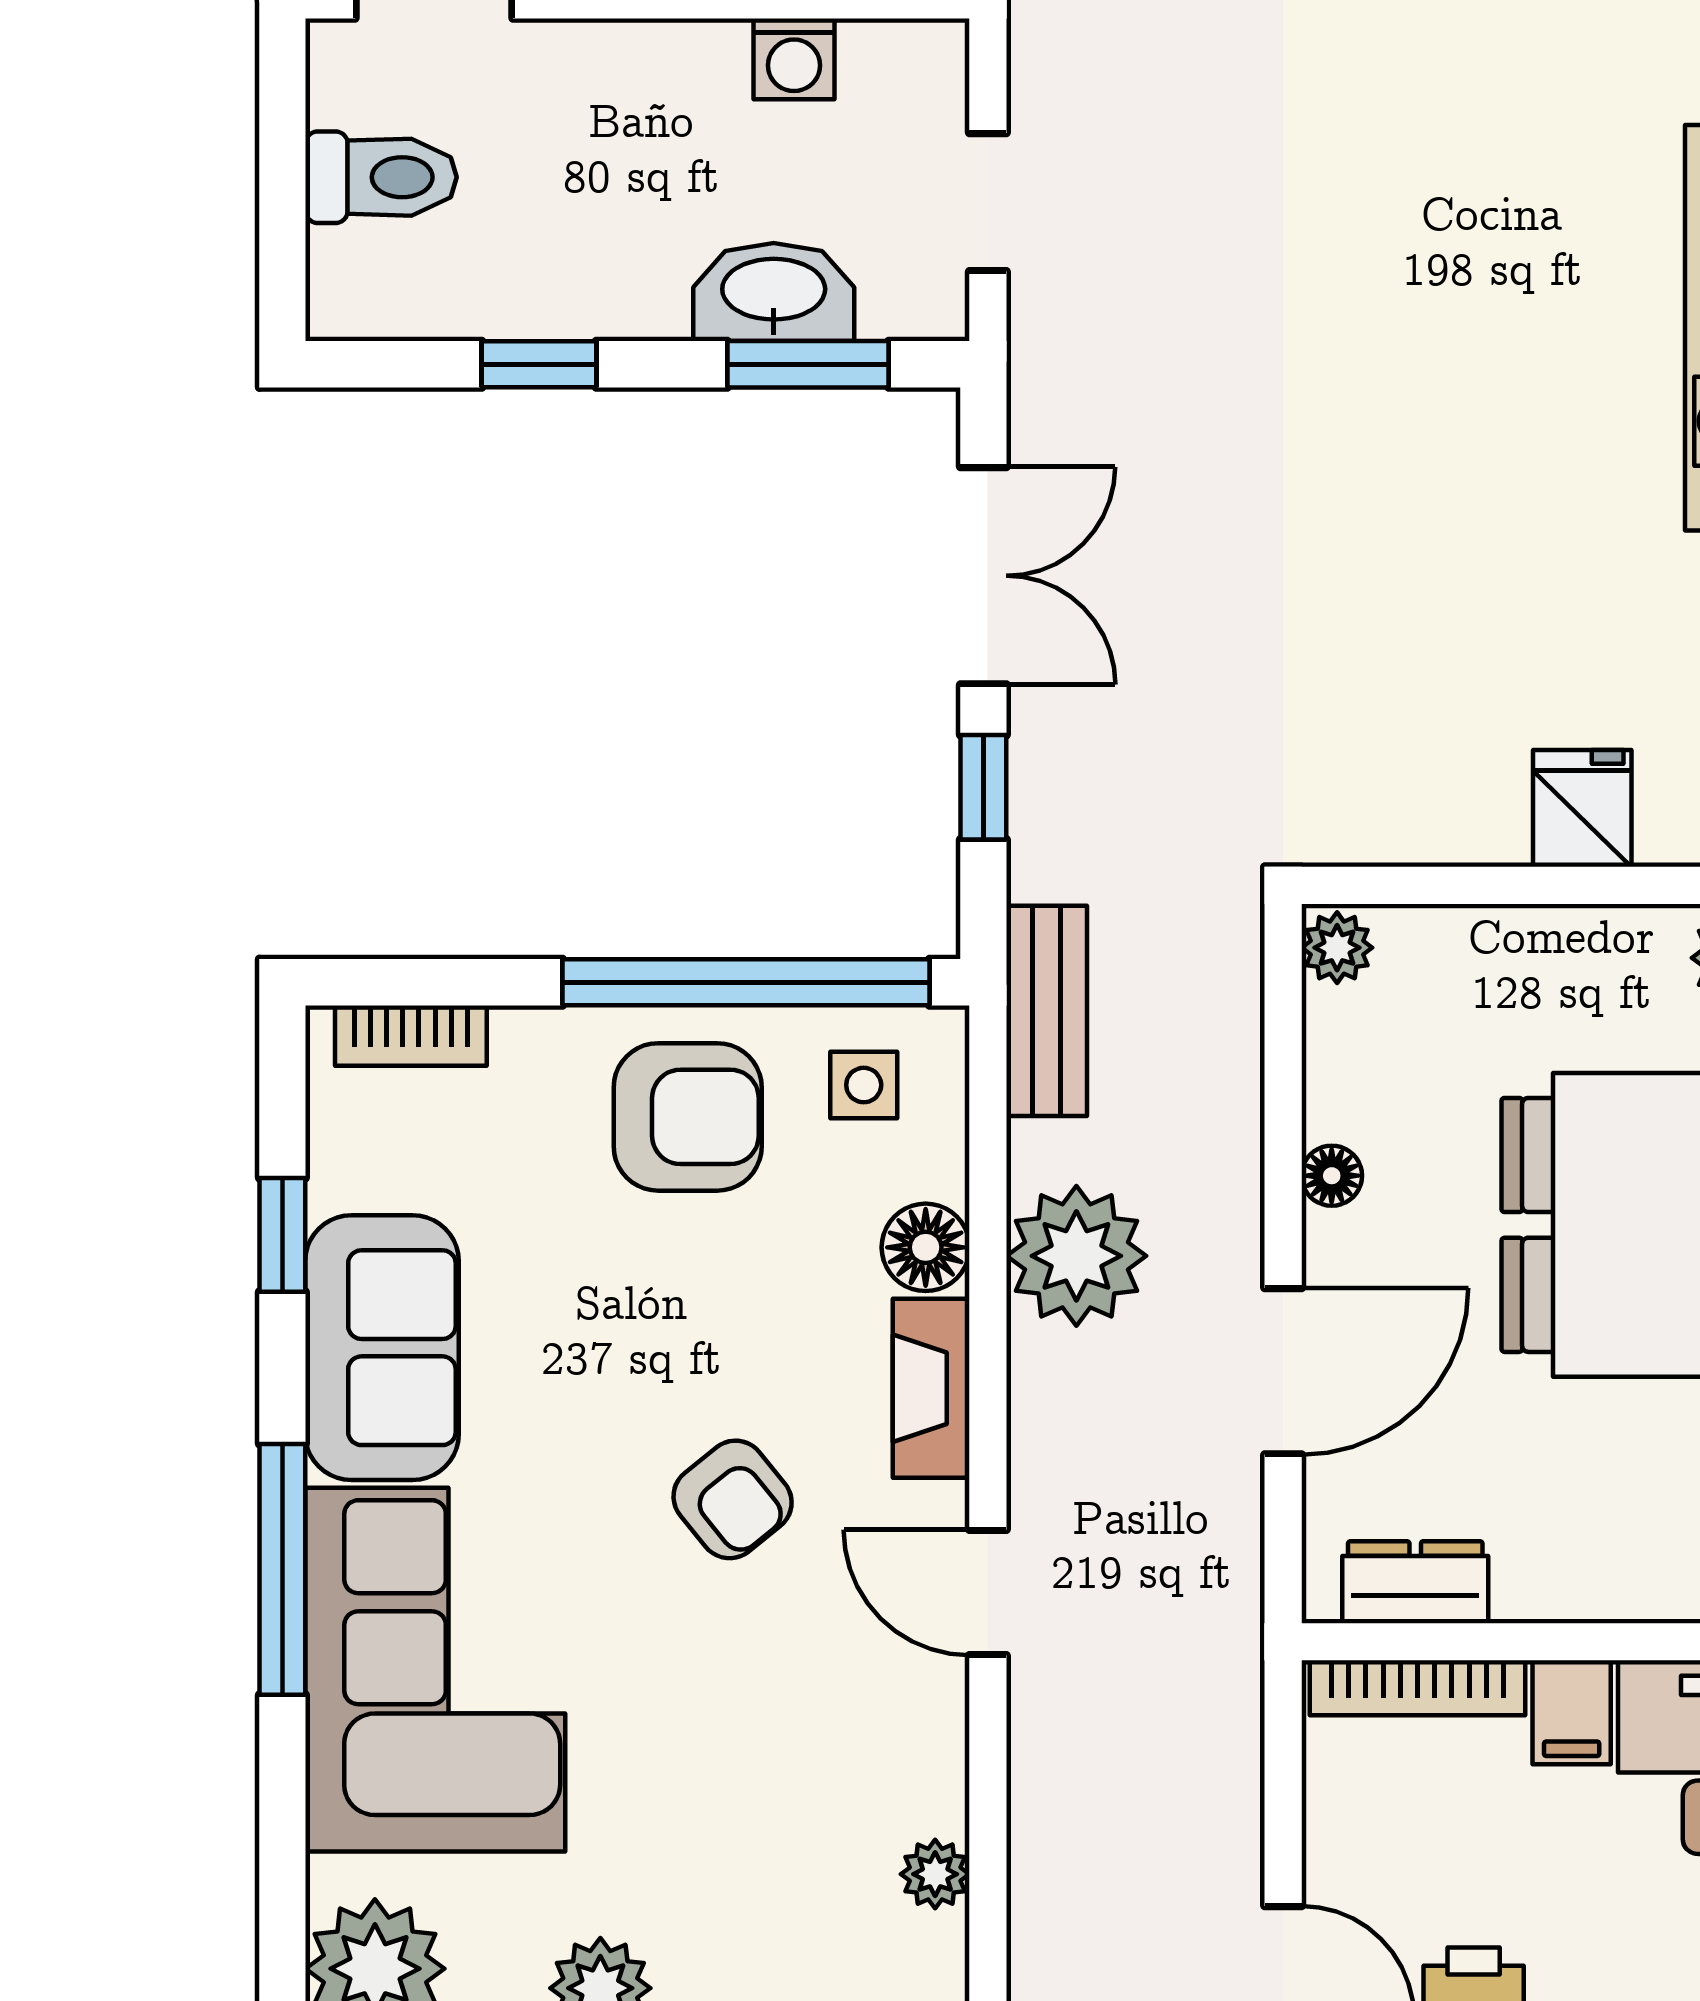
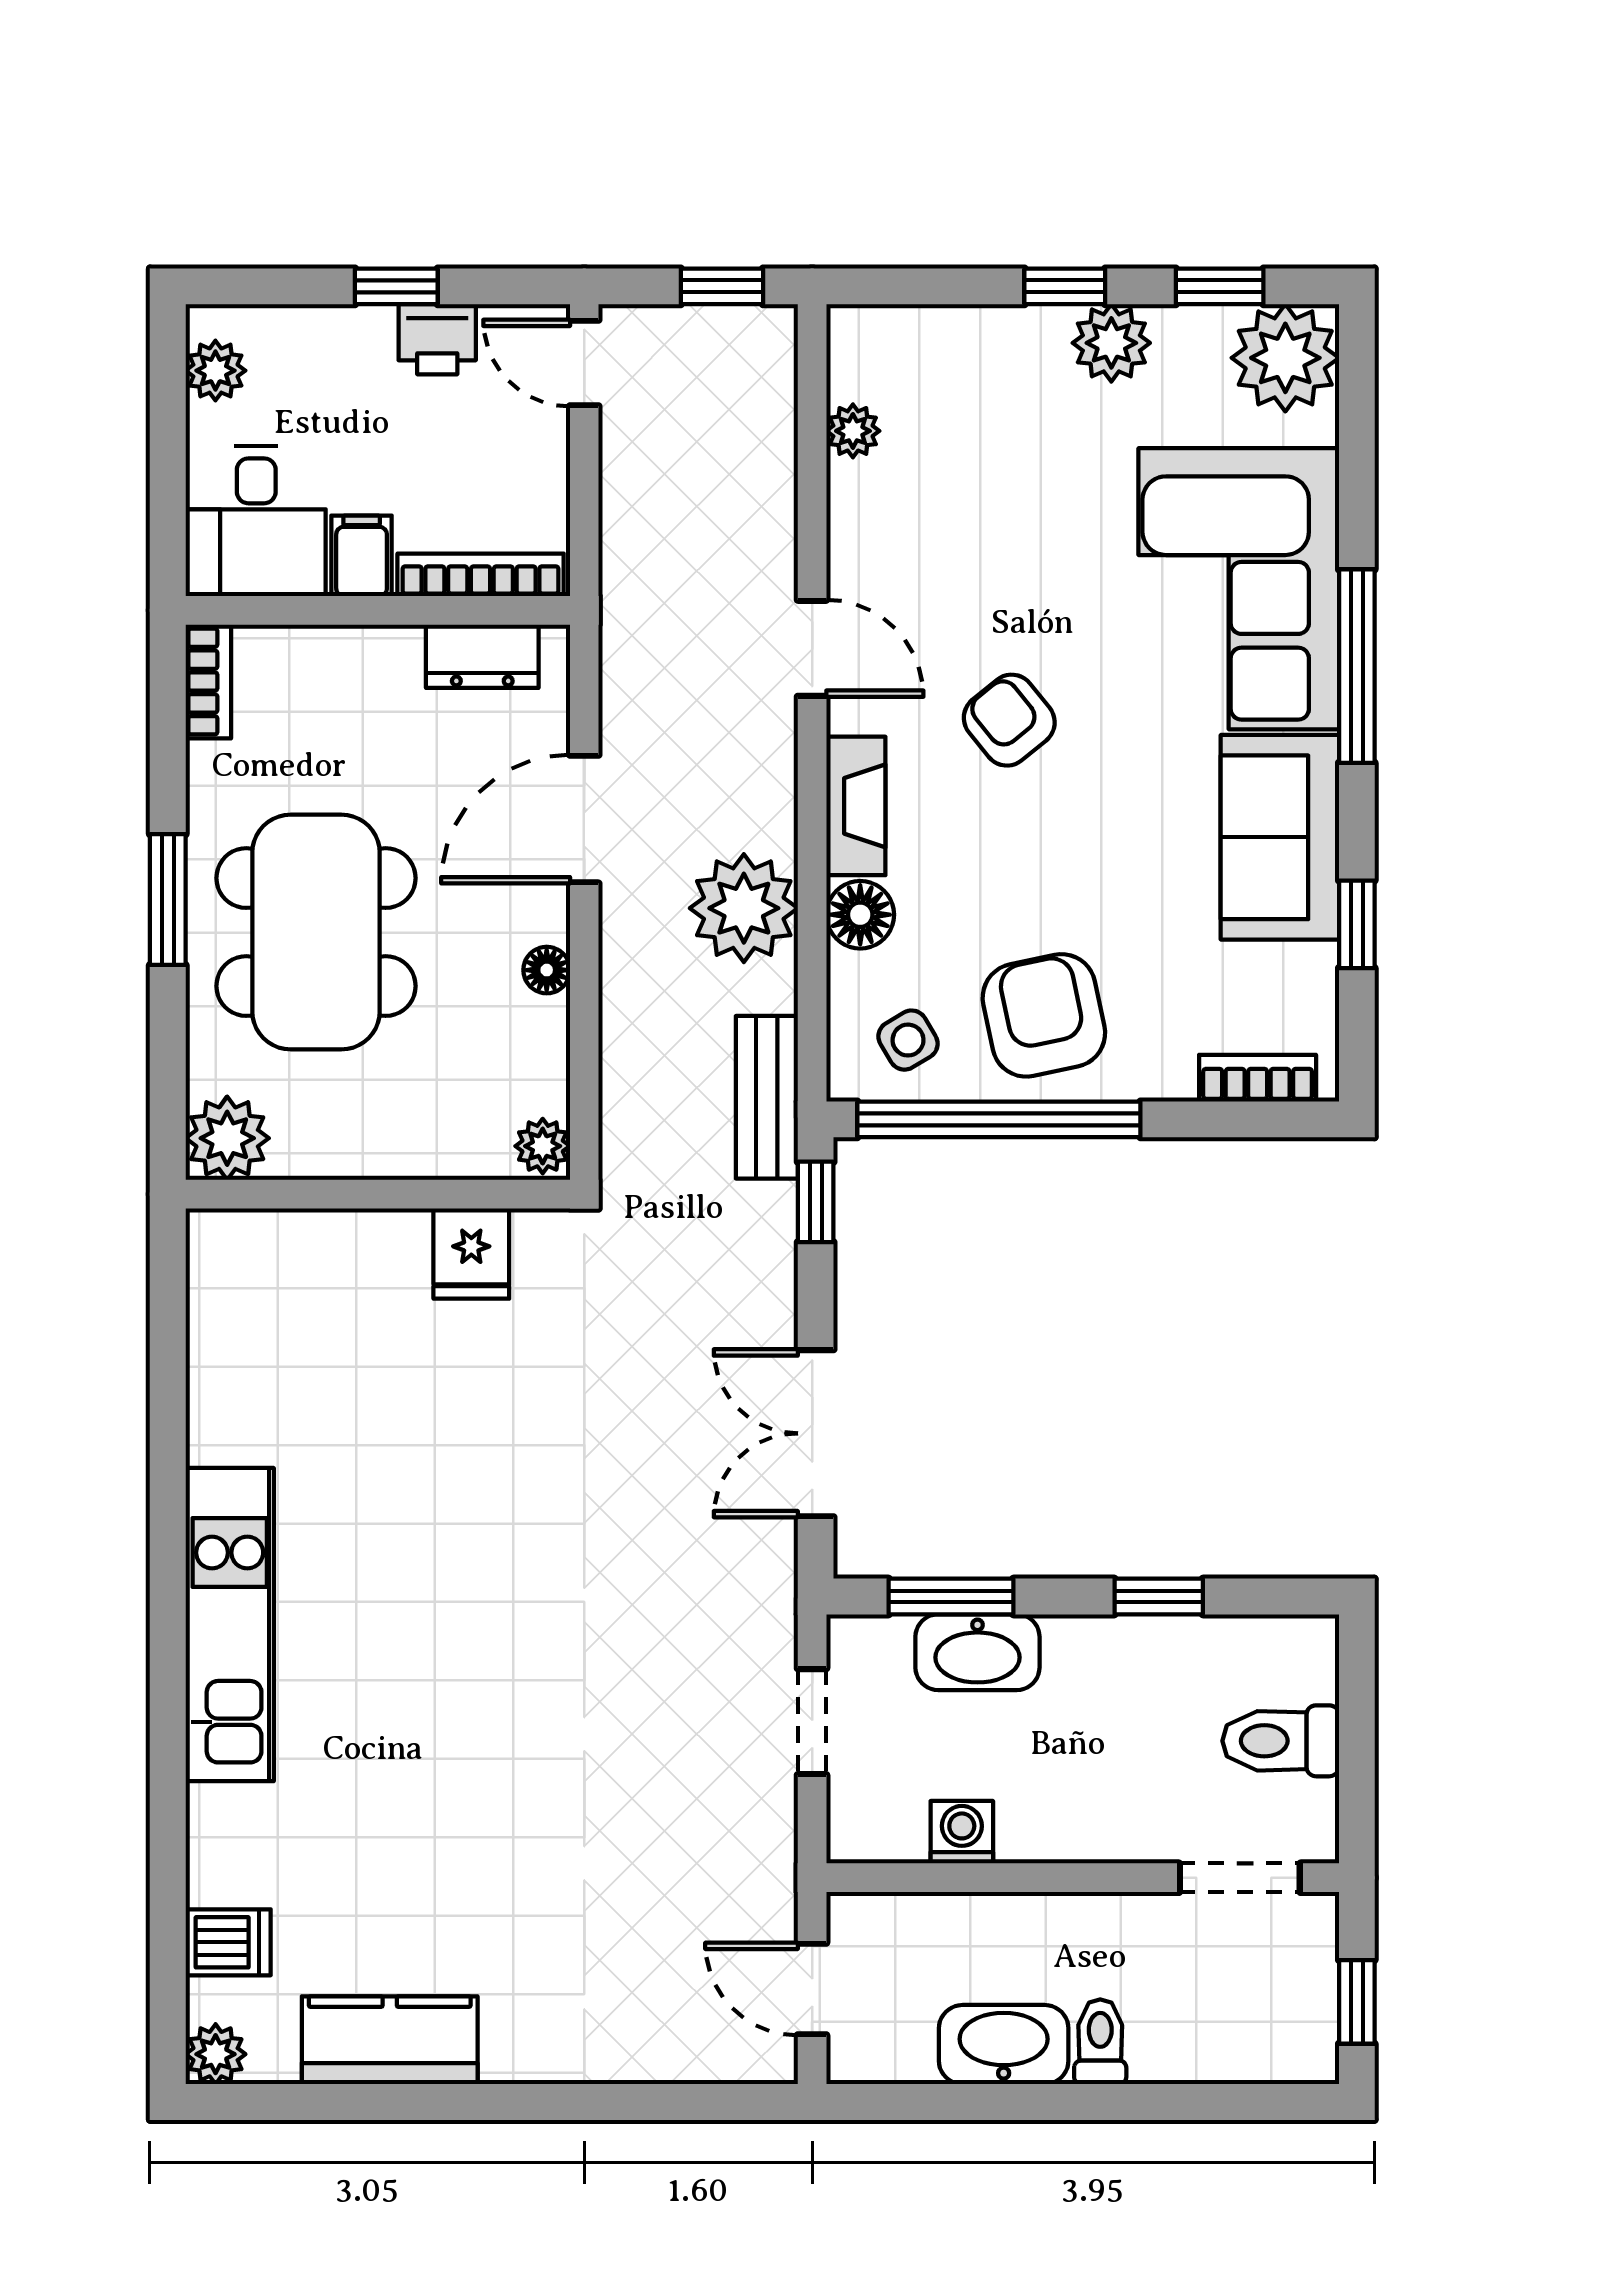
window: (983, 787) -> (816, 1202), moved
fridge: (1582, 808) -> (471, 1254), moved
side table: (864, 1085) -> (908, 1040), turned -31
armchair: (688, 1117) -> (1044, 1015), turned 78

